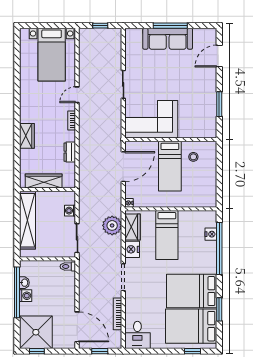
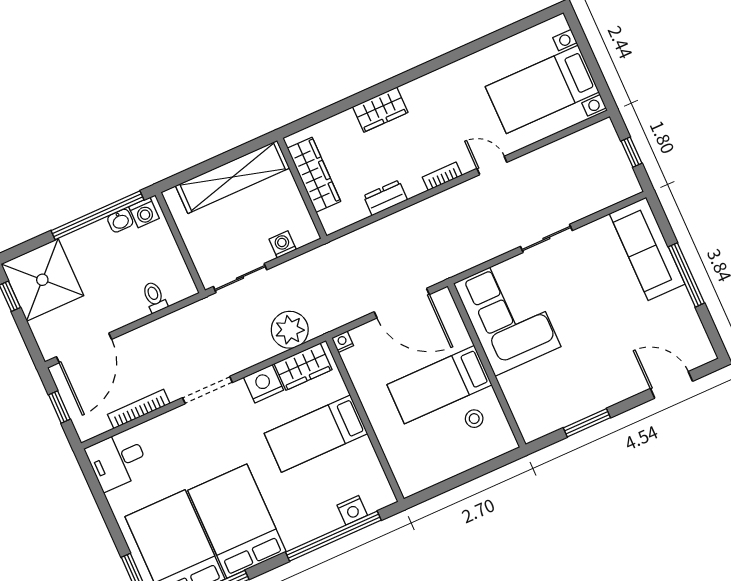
sofa: (168, 39) -> (647, 249), moved
toilet: (68, 266) -> (155, 297), moved
washing machine: (26, 296) -> (144, 213), moved

